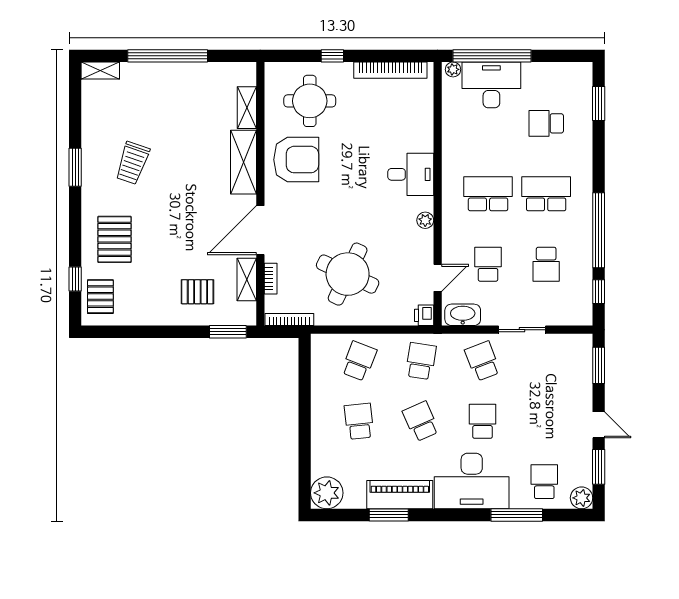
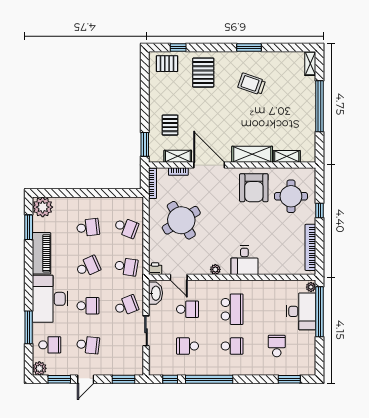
school desk: (546, 194) -> (232, 346), width x0.54
pallet: (115, 239) -> (203, 73), turned 90
round table: (348, 274) -> (181, 220), turned 33
school desk: (544, 421) -> (88, 345), added
window: (389, 515) -> (29, 227), moved

